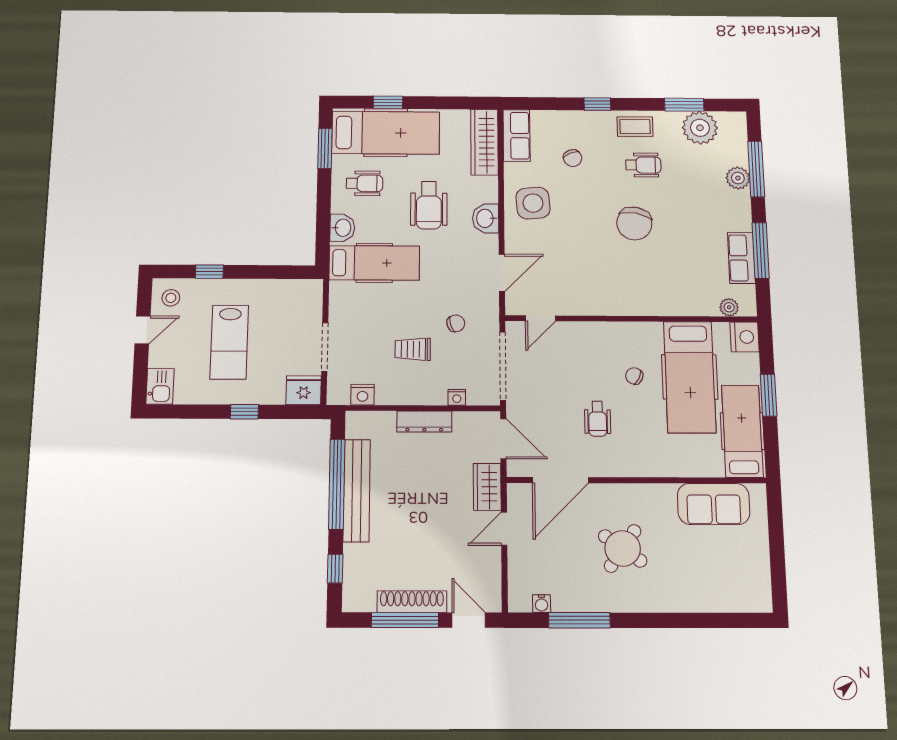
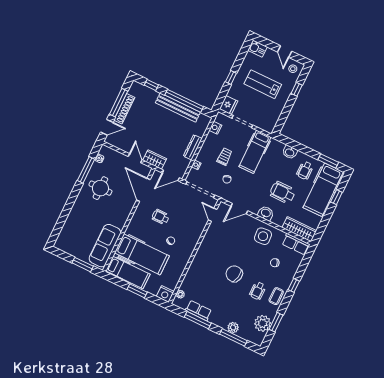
hospital bed: (374, 263) -> (255, 152), moved
door: (502, 273) -> (239, 209), hinge flipped
hospital bed: (690, 377) -> (142, 254), moved, turned 180
sofa: (714, 504) -> (105, 246), width x1.36
window: (776, 531) -> (83, 265), added
round table: (623, 548) -> (100, 188), moved, turned -35

